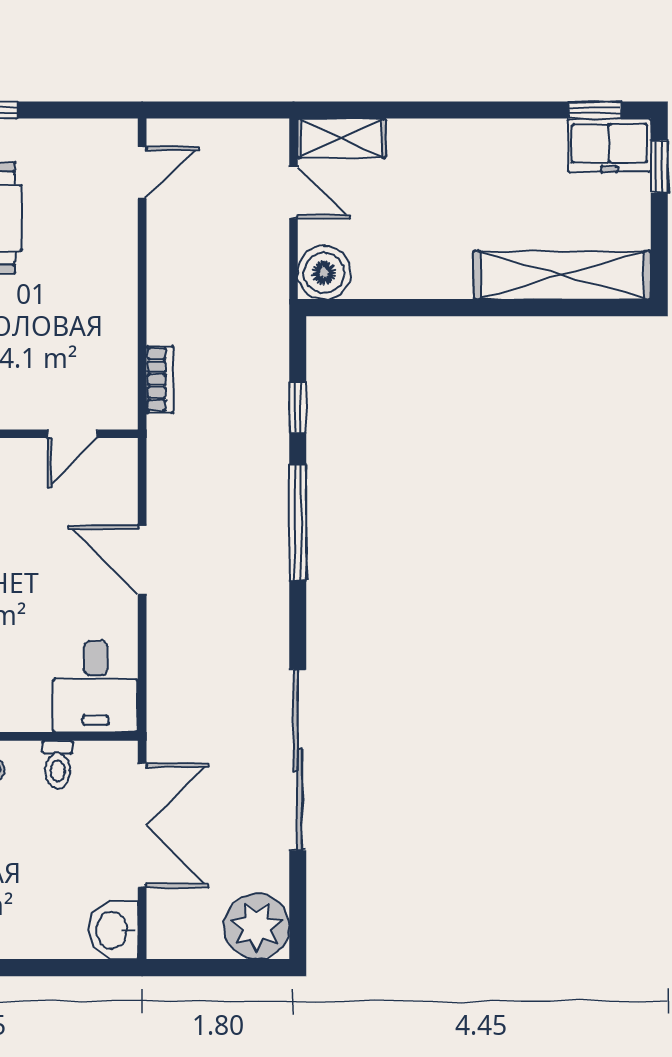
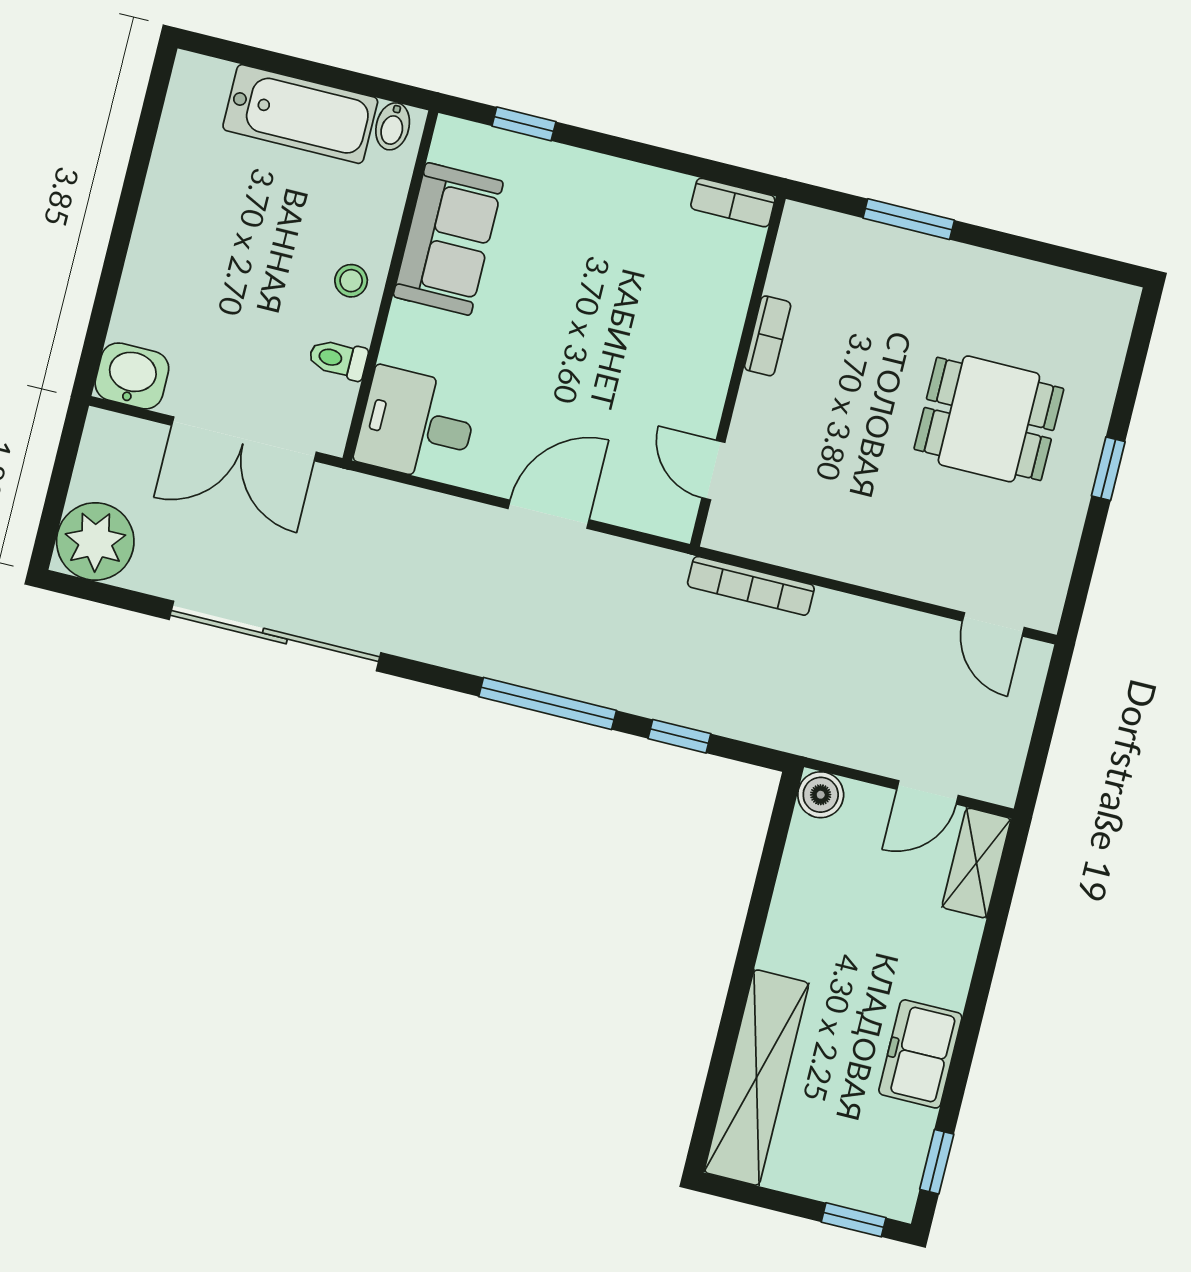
freezer: (609, 145) -> (920, 1054), moved
boiler: (324, 273) -> (821, 795), width x0.73, depth x0.73
bookcase: (160, 380) -> (751, 586), width x1.56

